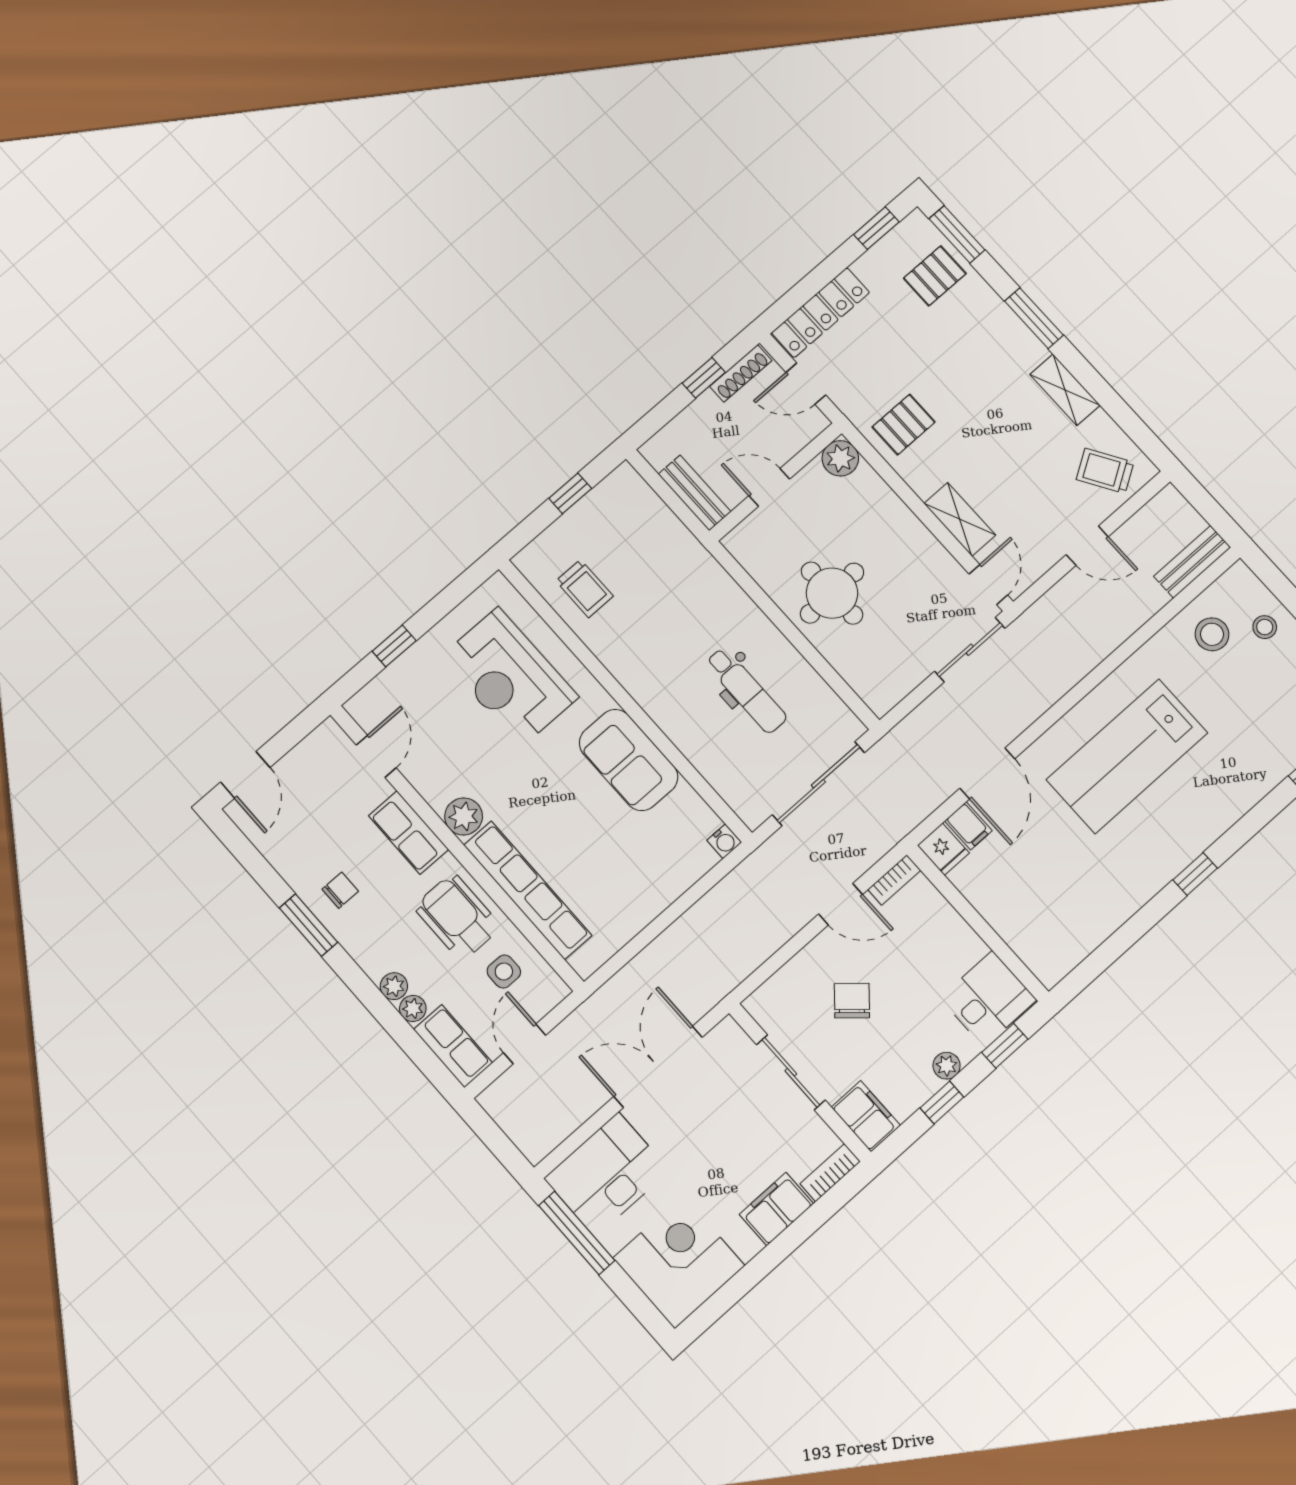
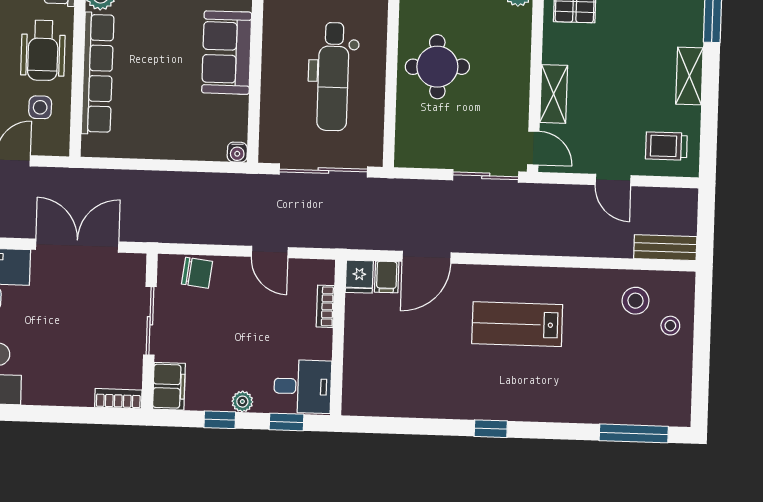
trolley: (1105, 471) -> (666, 146), turned -58
door: (988, 585) -> (533, 148), hinge flipped
dental chair: (746, 690) -> (333, 77), width x1.36, depth x1.38
lab bench: (1127, 756) -> (517, 324), width x0.73, depth x0.72
bookcase: (894, 880) -> (325, 306), moved, turned 90
wheelchair: (457, 917) -> (43, 50), turned 180
chair: (852, 1001) -> (197, 273), moved, turned 56
filing cabinet: (776, 1209) -> (68, 390), removed

